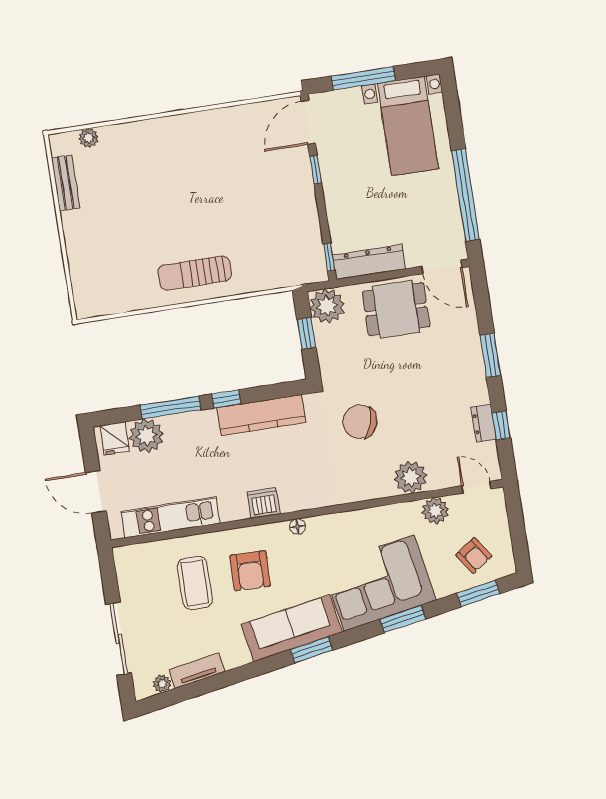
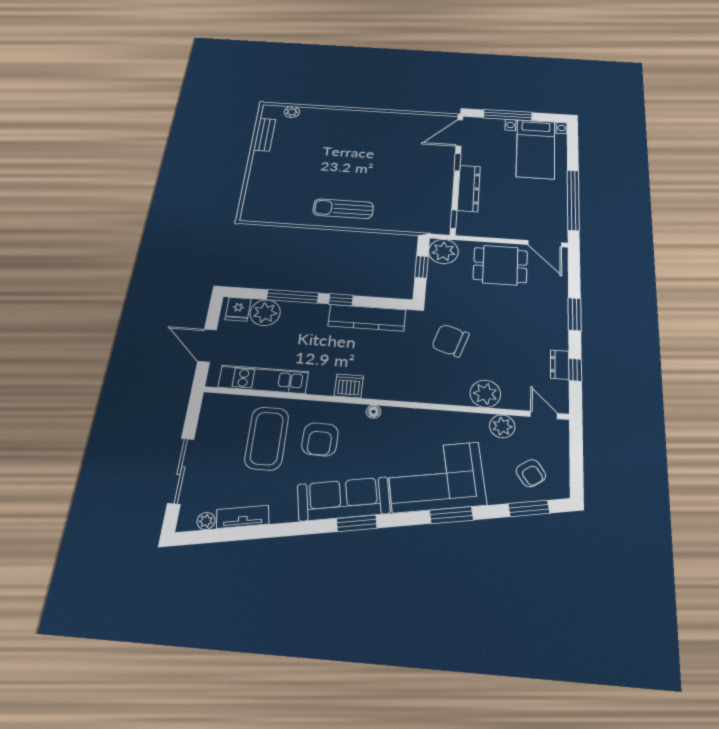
dresser: (369, 262) -> (469, 188), moved, turned 90
coffee table: (195, 583) -> (267, 438), width x1.36, depth x1.32

